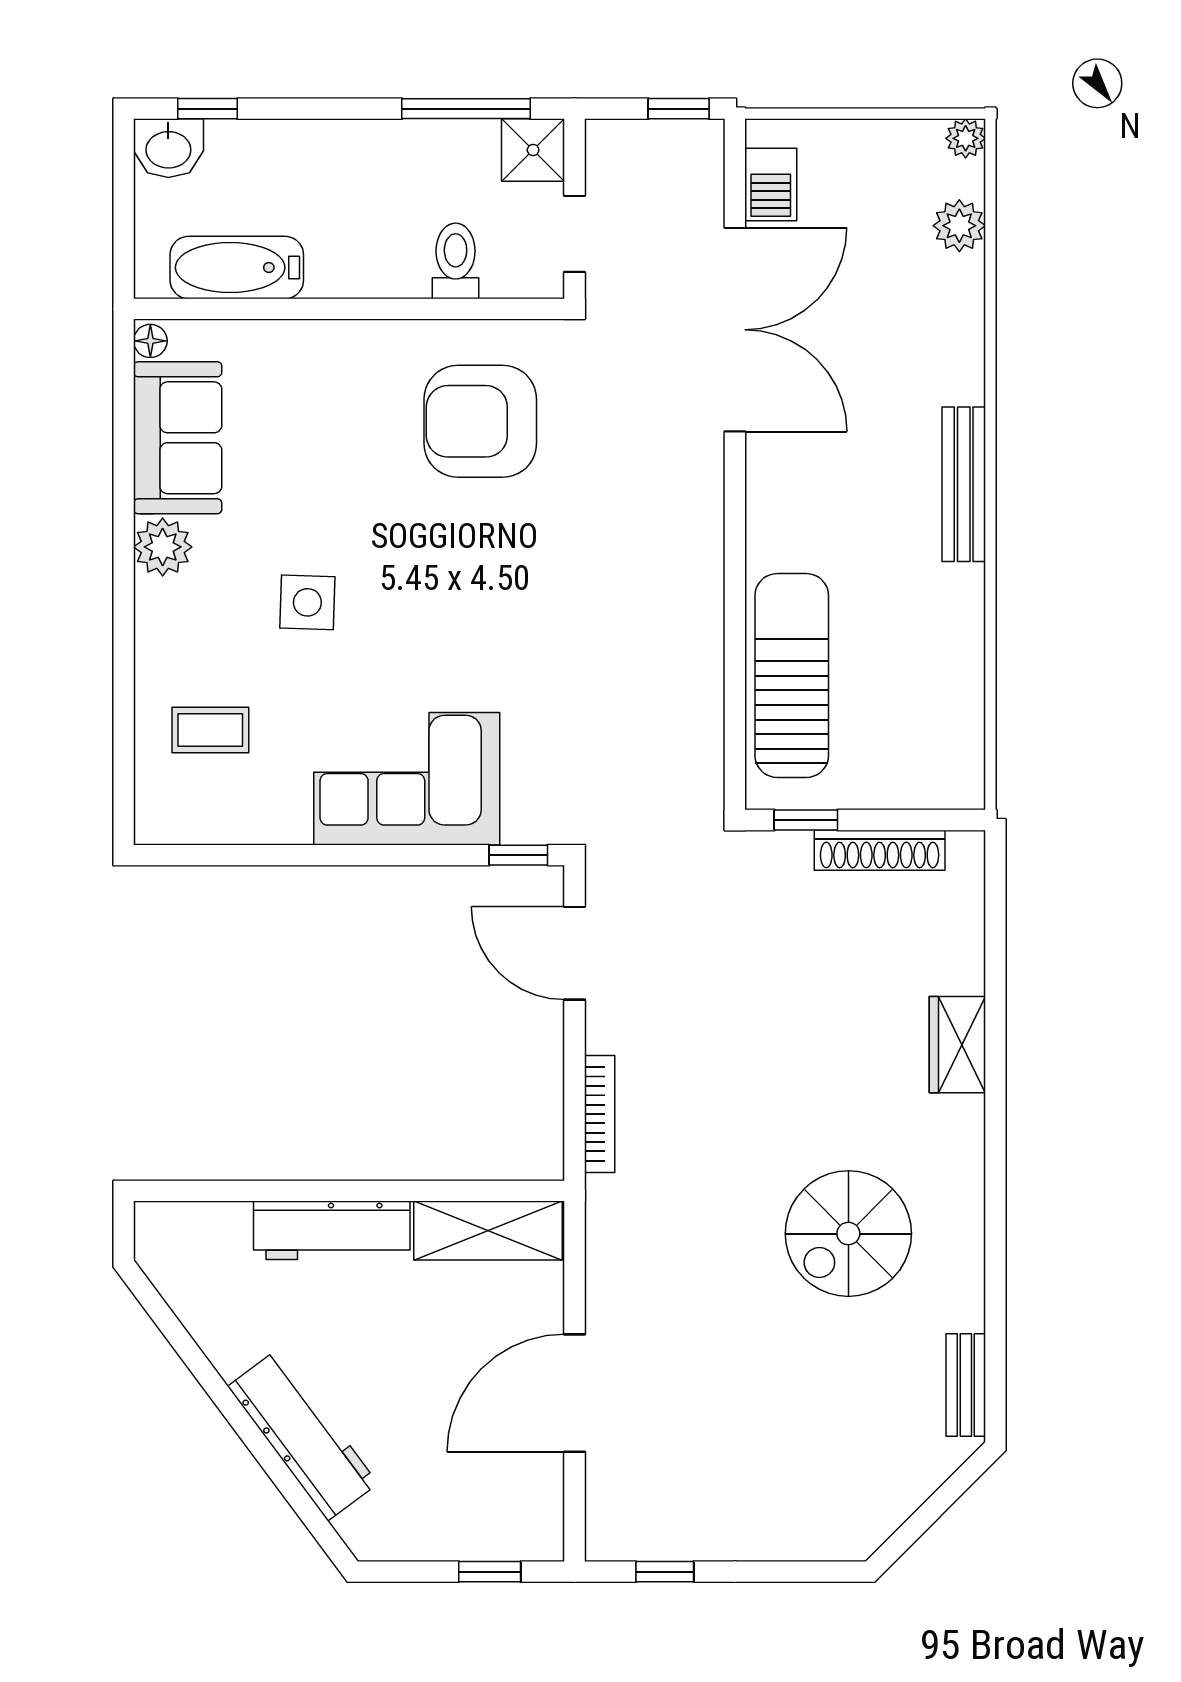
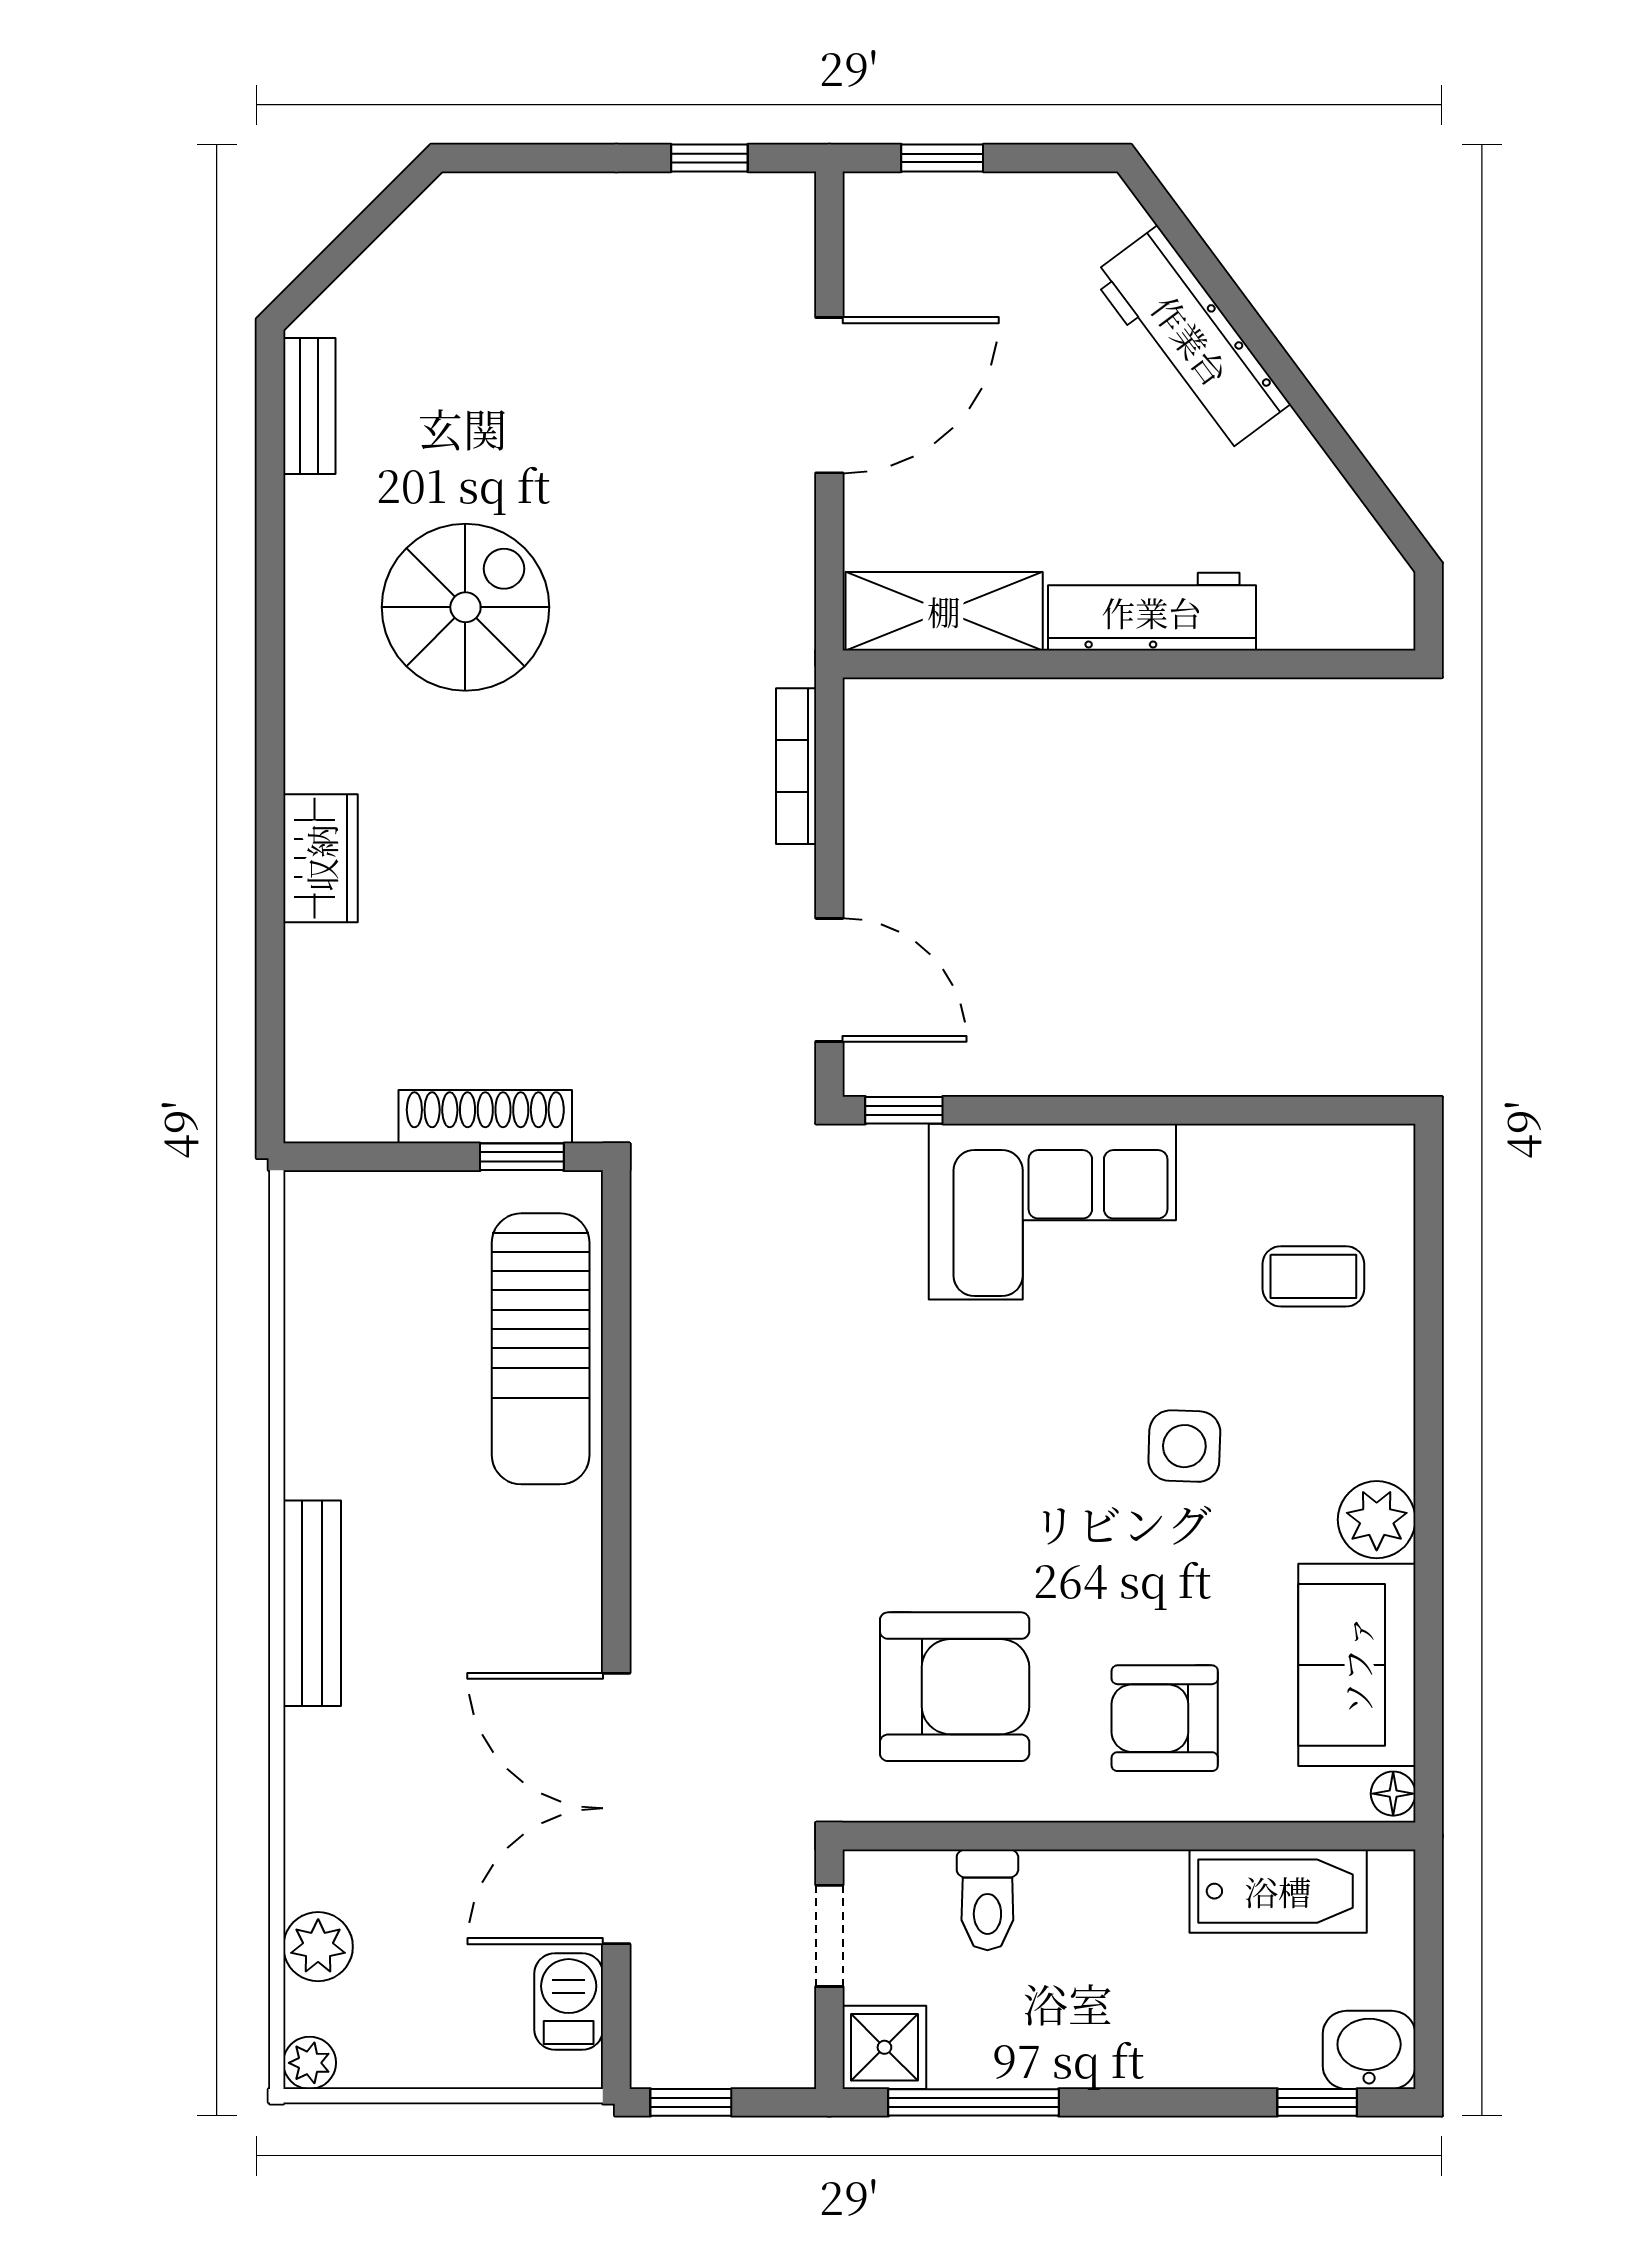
armchair: (322, 398) -> (1165, 1718), added
shoe rack: (880, 850) -> (485, 1117), moved

